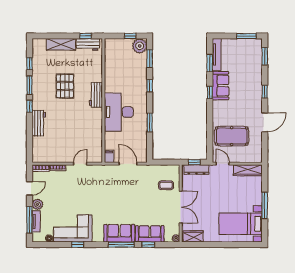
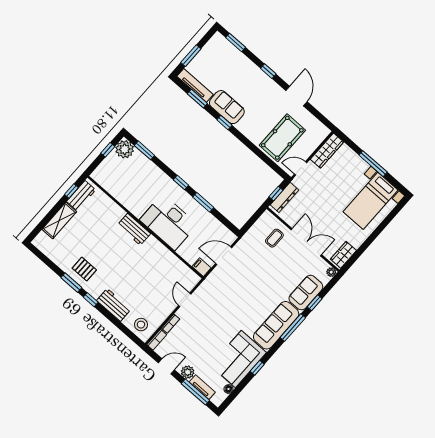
window: (246, 36) -> (191, 56), moved
window: (30, 64) -> (52, 265), removed
pallet: (65, 86) -> (84, 269), moved, width x0.67, depth x0.71
window: (150, 86) -> (181, 183), moved
stool: (41, 150) -> (141, 325), added
door: (30, 188) -> (166, 366), hinge flipped
sofa: (119, 233) -> (276, 325), width x1.36

